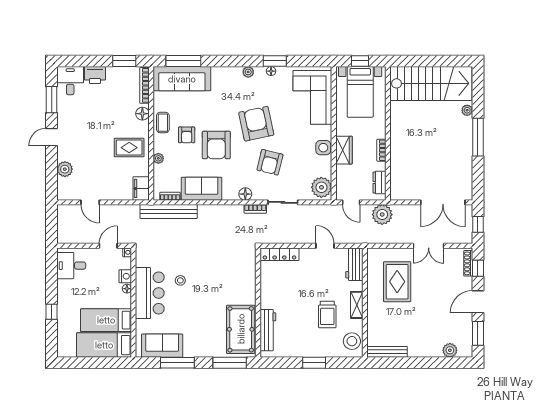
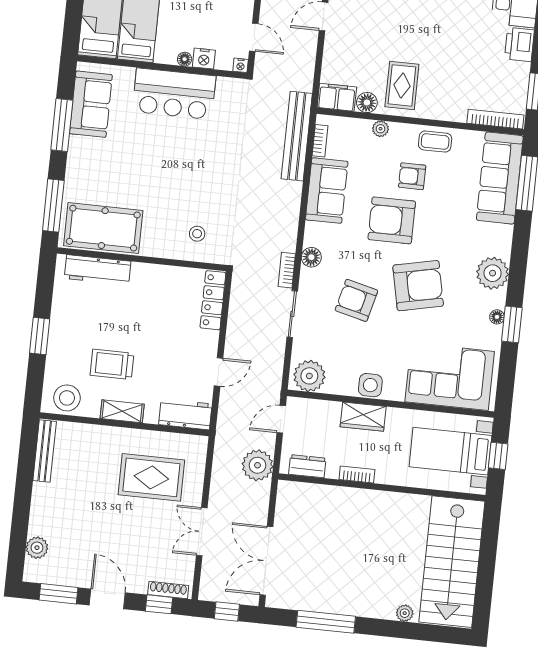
plant: (248, 72) -> (493, 273), width x1.88, depth x1.88
floor lamp: (142, 114) -> (367, 103), moved
window: (478, 137) -> (326, 622), moved
stool: (180, 280) -> (197, 234), moved

